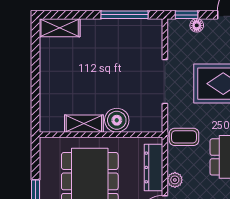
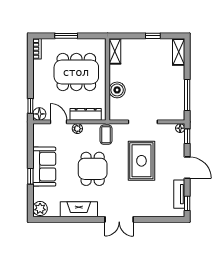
floor lamp: (197, 25) -> (180, 128), moved
window: (36, 66) -> (153, 36), added
shelving: (84, 124) -> (115, 51), moved

